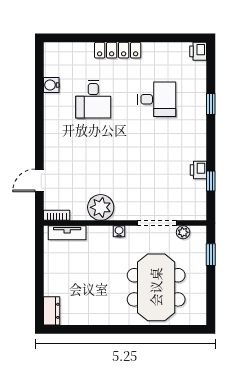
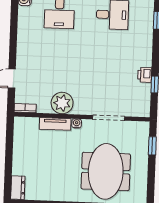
plant: (183, 232) -> (130, 126), removed
tv unit: (67, 233) -> (55, 124), moved

